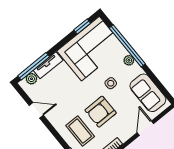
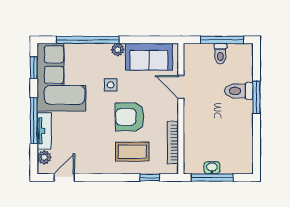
plant: (129, 60) -> (118, 50), moved
window: (34, 66) -> (34, 121), moved
door: (36, 110) -> (64, 177), moved
armchair: (101, 112) -> (130, 117), turned 90

